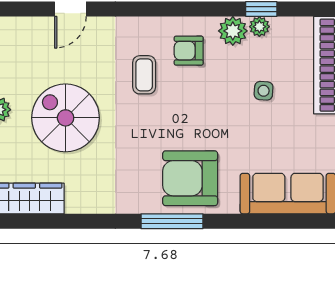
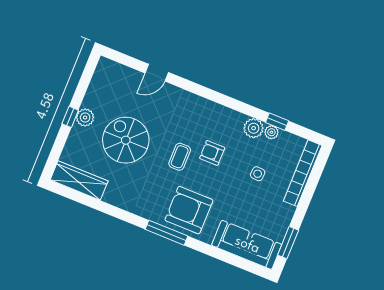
armchair: (189, 51) -> (212, 153), moved
coffee table: (144, 75) -> (180, 157), moved

